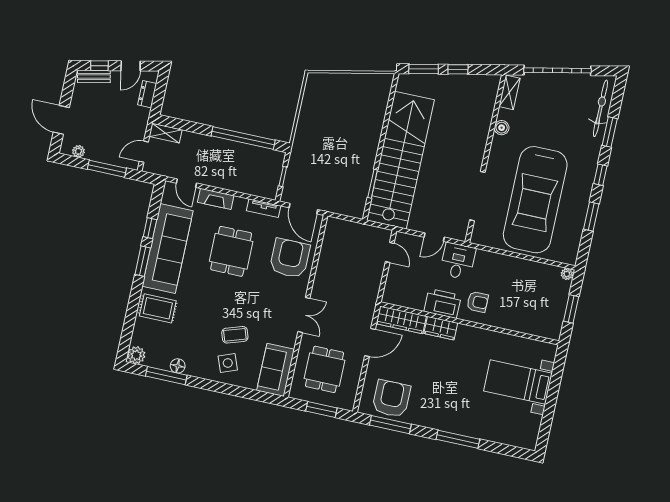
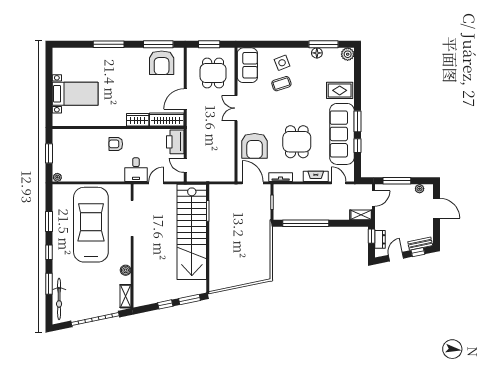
window: (158, 101) -> (371, 236), added
printer: (443, 303) -> (175, 142), moved, turned 90

